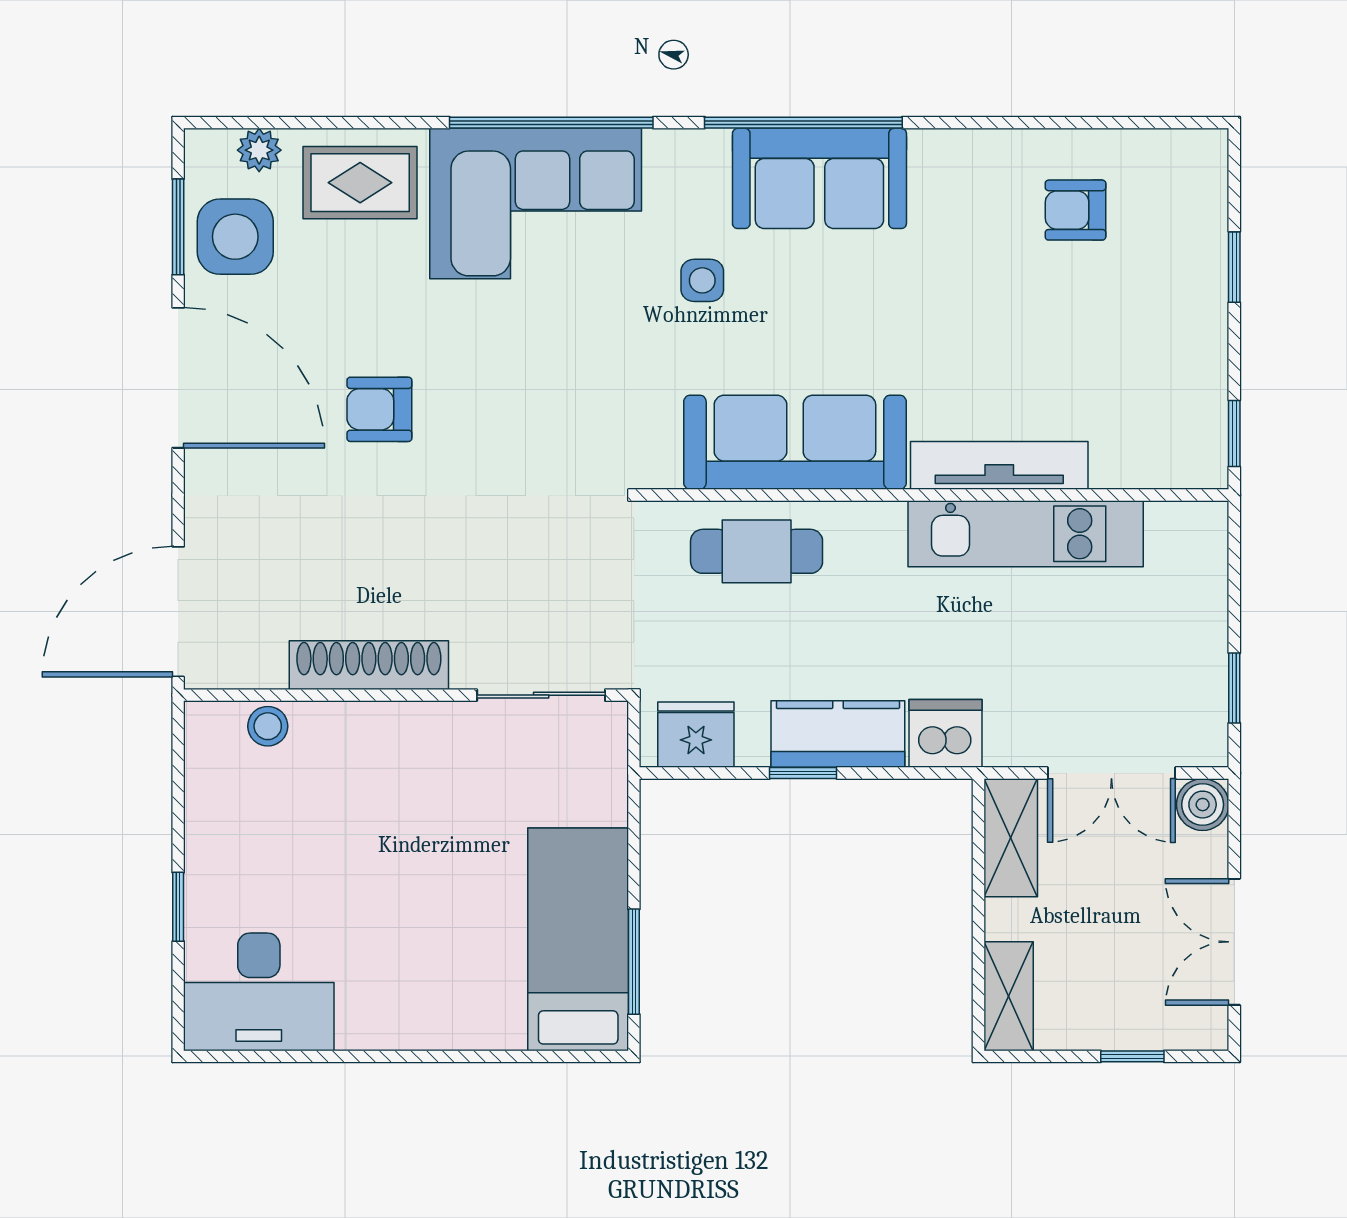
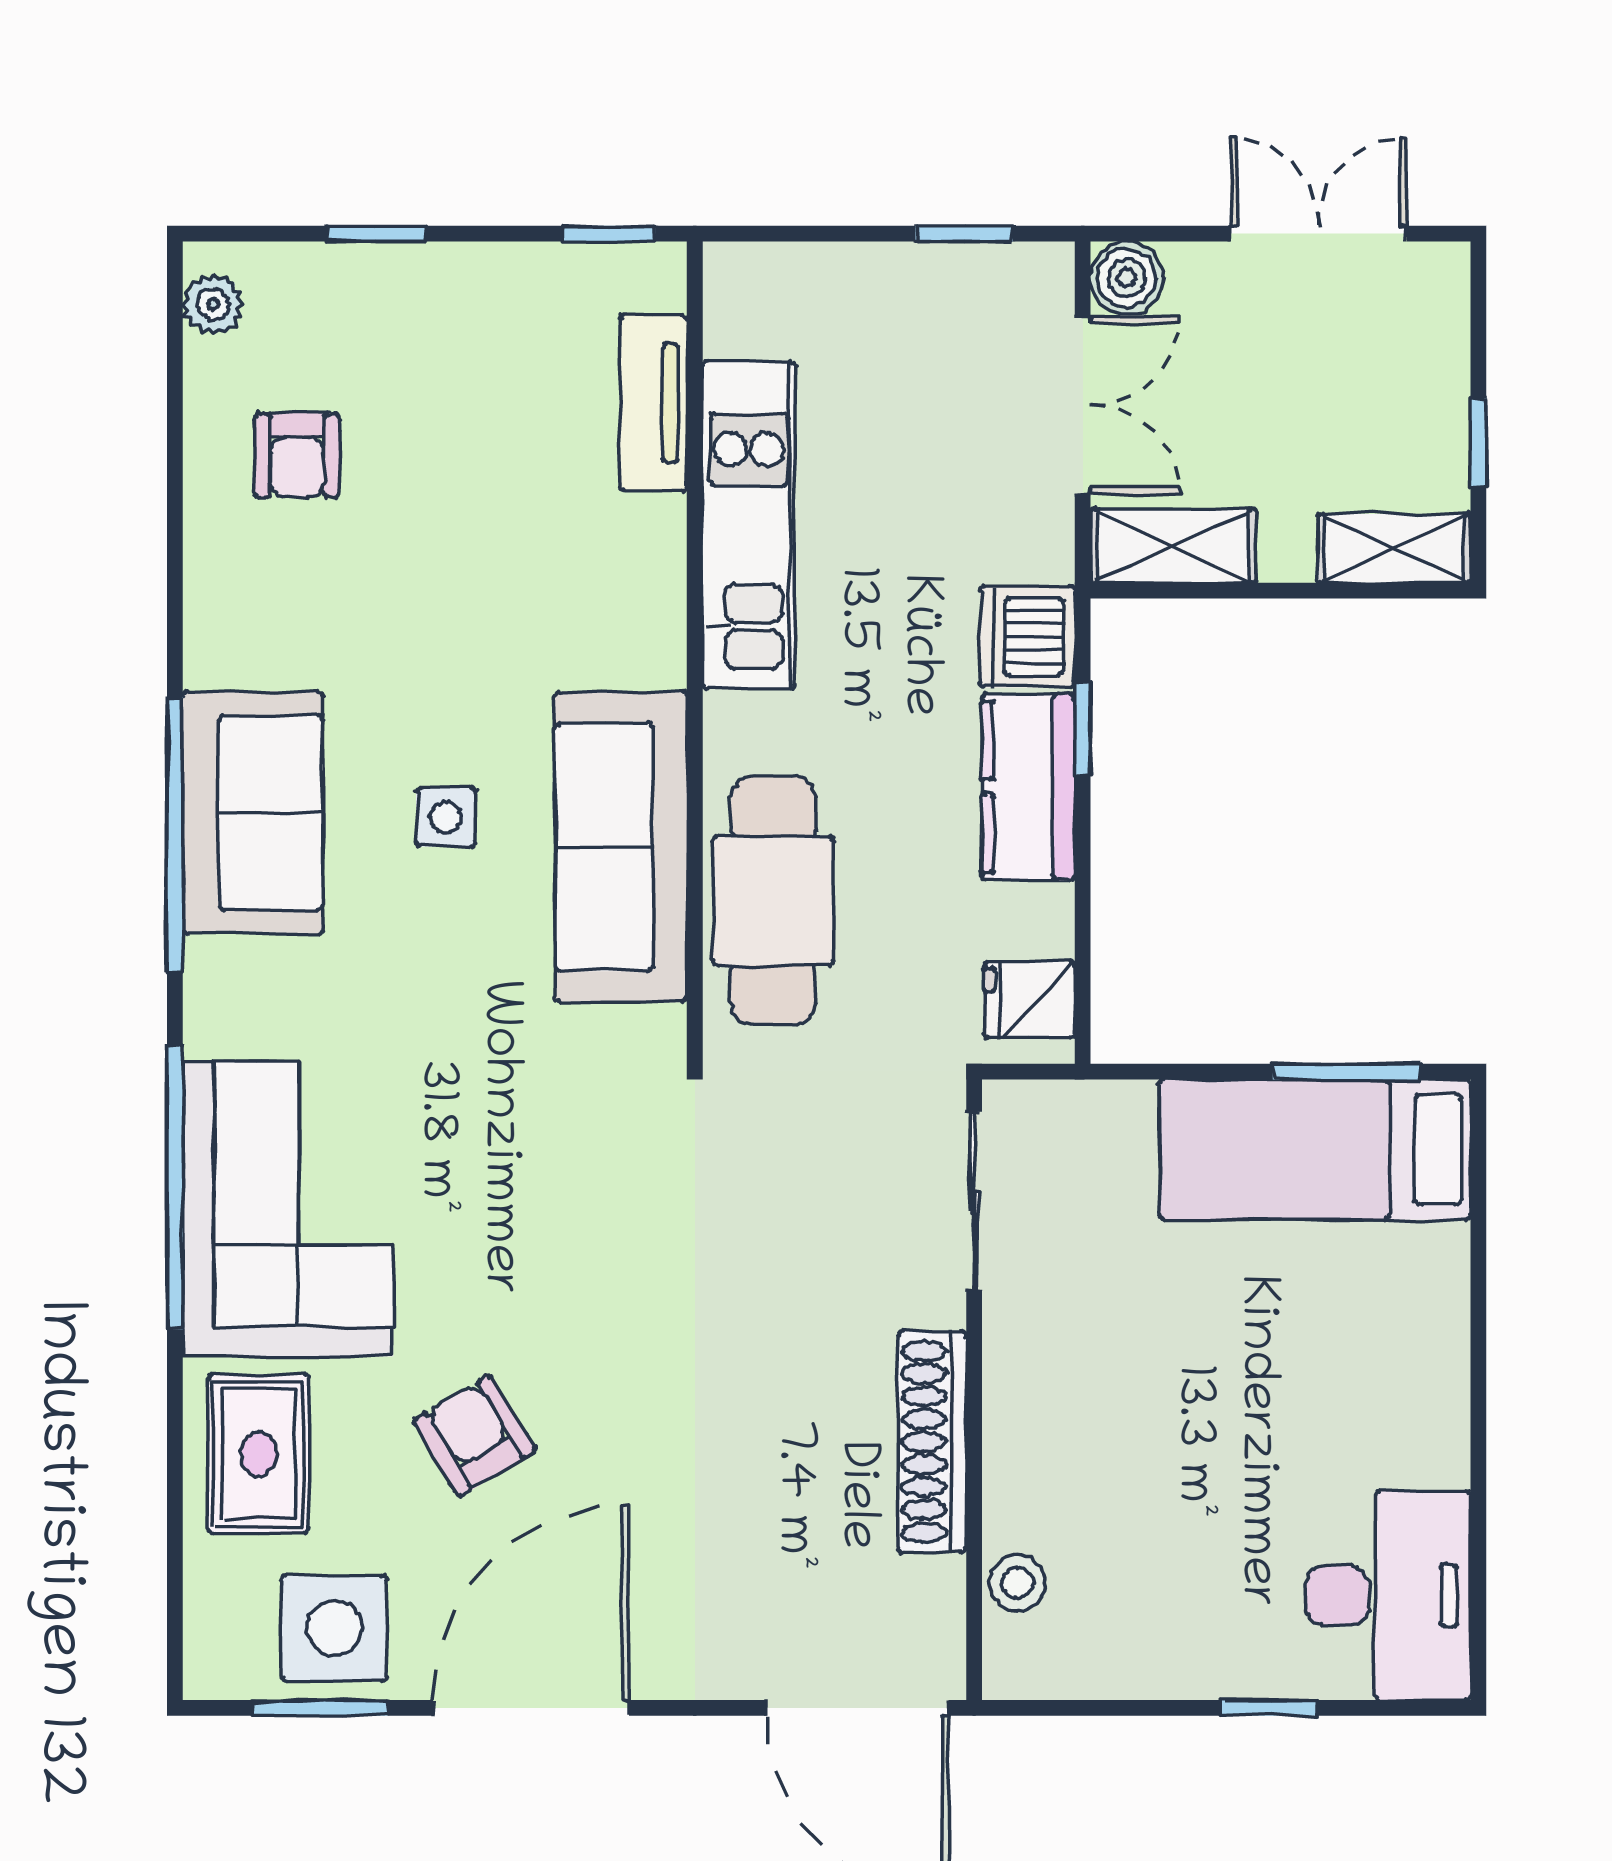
plant: (259, 150) -> (213, 304), moved
side table: (702, 280) -> (446, 817), moved
armchair: (379, 409) -> (475, 1436), moved, turned 149
tv unit: (999, 465) -> (653, 403), moved, width x0.71
cafe table: (757, 551) -> (773, 900), width x1.37, depth x1.35
fridge: (696, 735) -> (1029, 1000), width x0.72
window: (803, 773) -> (1083, 729), moved
double door: (1234, 942) -> (1319, 234), swing flipped
window: (1132, 1056) -> (1478, 442), moved

